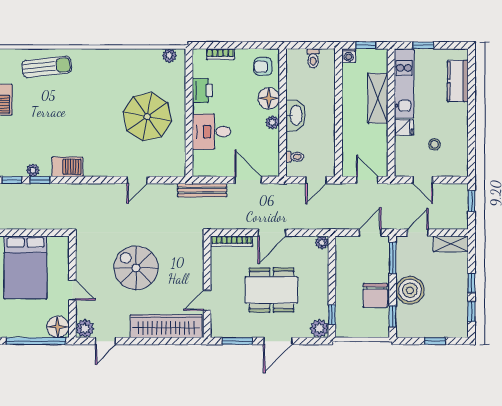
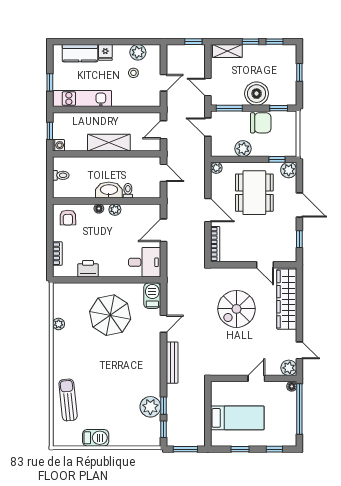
plant: (169, 56) -> (59, 324), moved
floor lamp: (269, 98) -> (99, 209), width x0.53, depth x0.53
shelving: (378, 98) -> (109, 143), moved
fridge: (404, 127) -> (105, 52), moved, turned 180
desk: (211, 132) -> (145, 262), moved, turned -90
plant: (459, 150) -> (138, 52), added
toilet: (295, 157) -> (128, 191), moved
barbecue: (67, 167) -> (152, 296), moved
plant: (33, 170) -> (150, 407), width x1.88, depth x1.88
door: (137, 180) -> (164, 324), hinge flipped
bench: (202, 190) -> (172, 363), moved
window: (472, 201) -> (193, 42), moved
shelving: (451, 244) -> (227, 51), moved, turned 90
bed: (25, 267) -> (237, 418), width x0.67
spiral stairs: (136, 268) -> (236, 309), moved
plant: (345, 274) -> (243, 149), added
dining table: (272, 290) -> (254, 193), moved
floor lamp: (58, 327) -> (292, 386), width x0.53, depth x0.53
window: (237, 341) -> (299, 239), width x0.67

